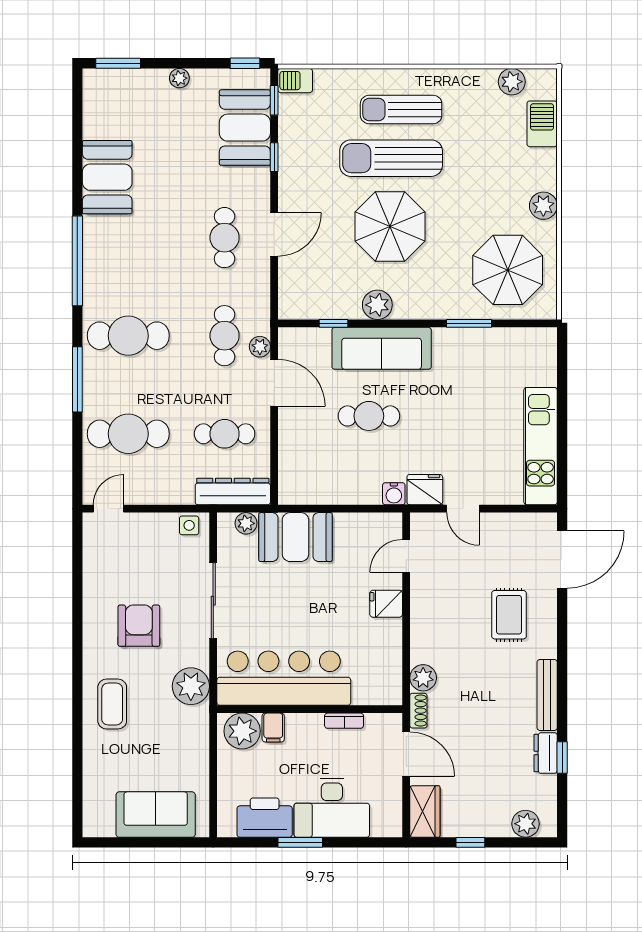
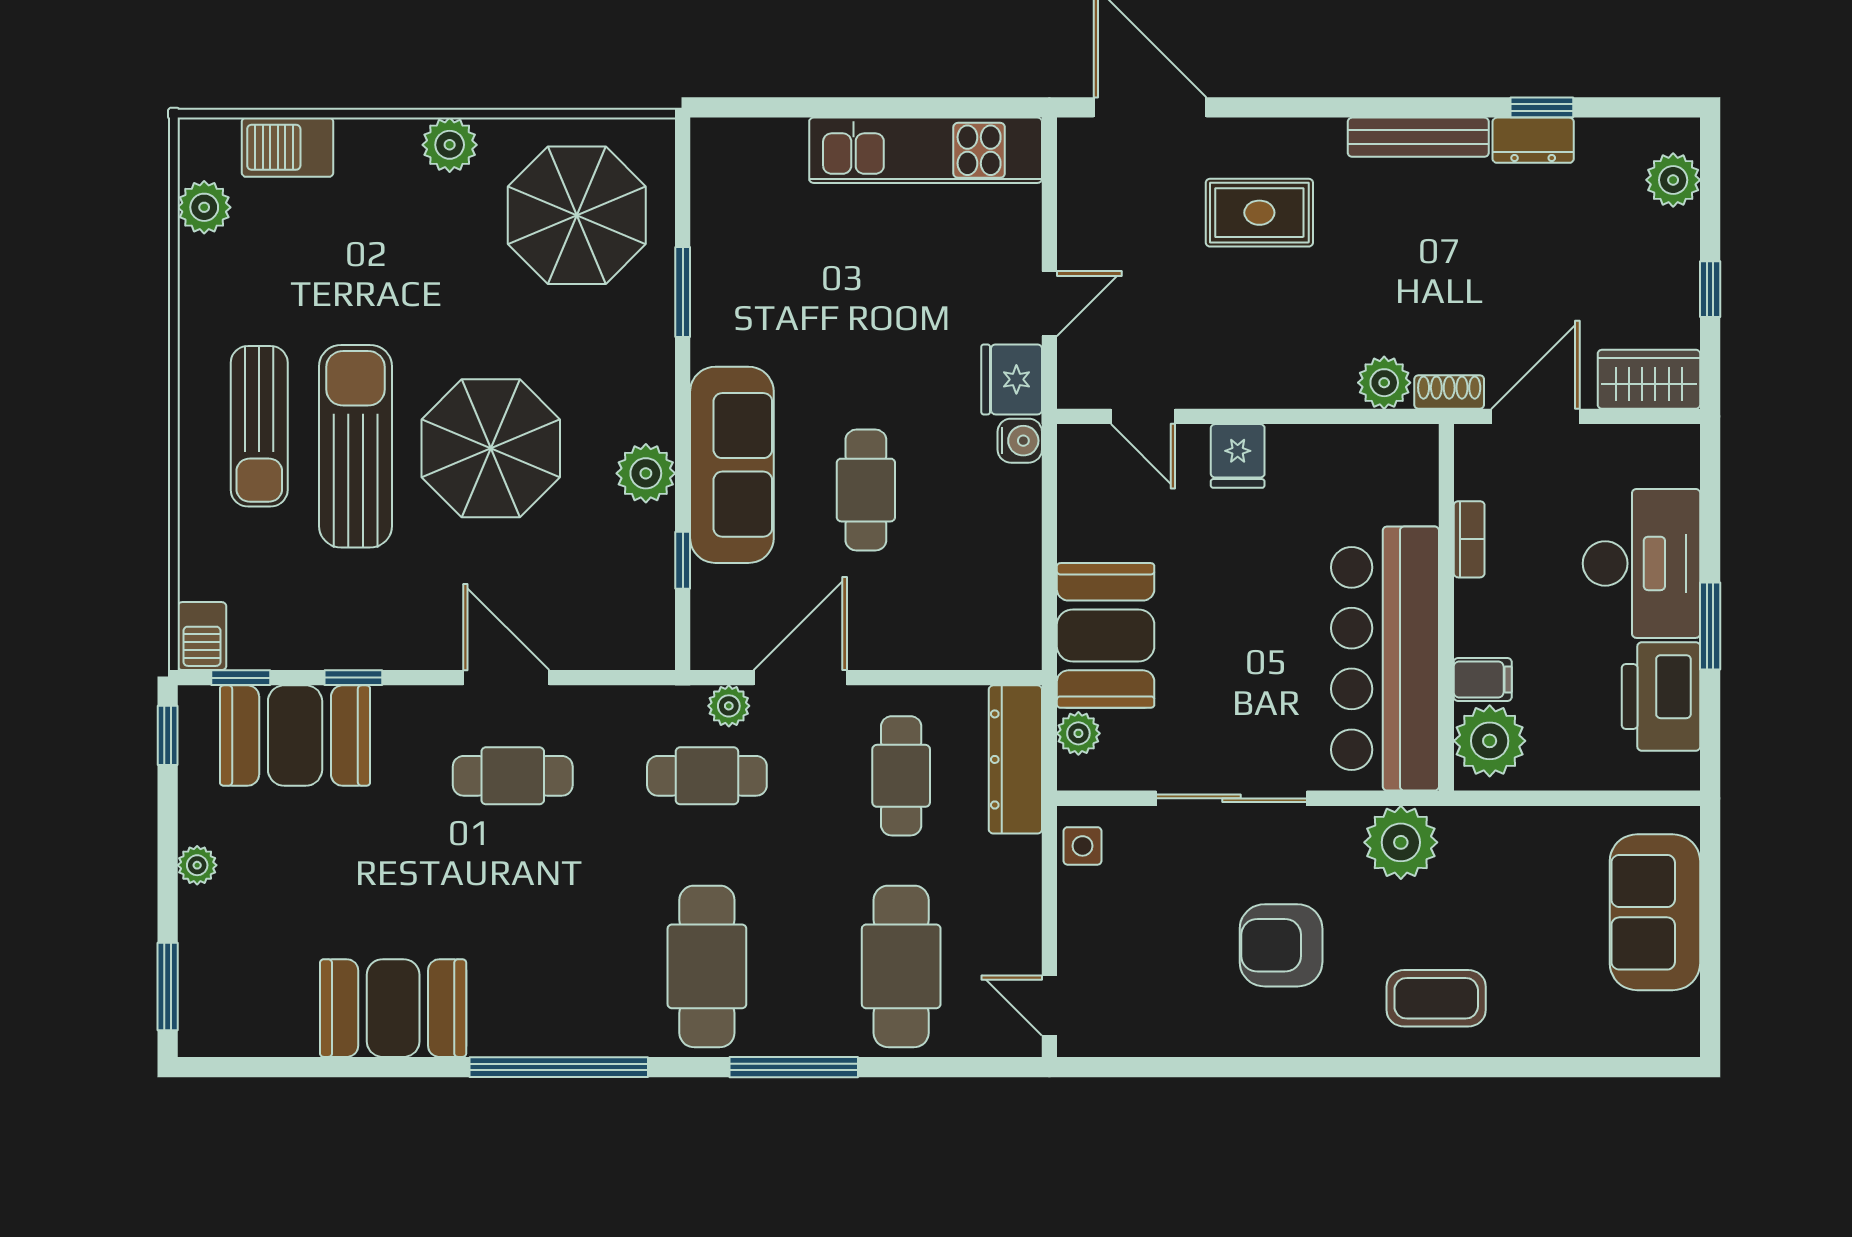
sun lounger: (391, 158) -> (356, 446), turned 180

